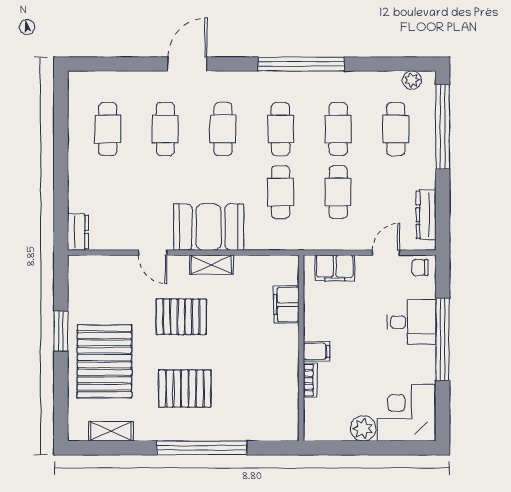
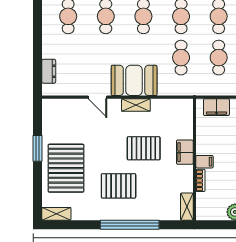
dresser: (78, 232) -> (49, 71), moved
filing cabinet: (286, 304) -> (185, 152), moved
pallet: (181, 317) -> (144, 148), moved
shelving: (289, 420) -> (187, 207), added
shelving: (111, 431) -> (56, 214), moved

